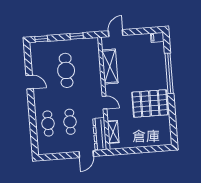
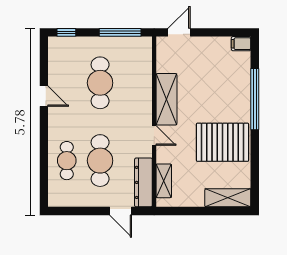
window: (77, 36) -> (120, 32), width x2.17
shelving: (110, 66) -> (166, 99), moved
cafe table: (70, 122) -> (100, 161), width x1.37, depth x1.35
shelving: (156, 140) -> (228, 198), added
door: (86, 154) -> (121, 211), hinge flipped

